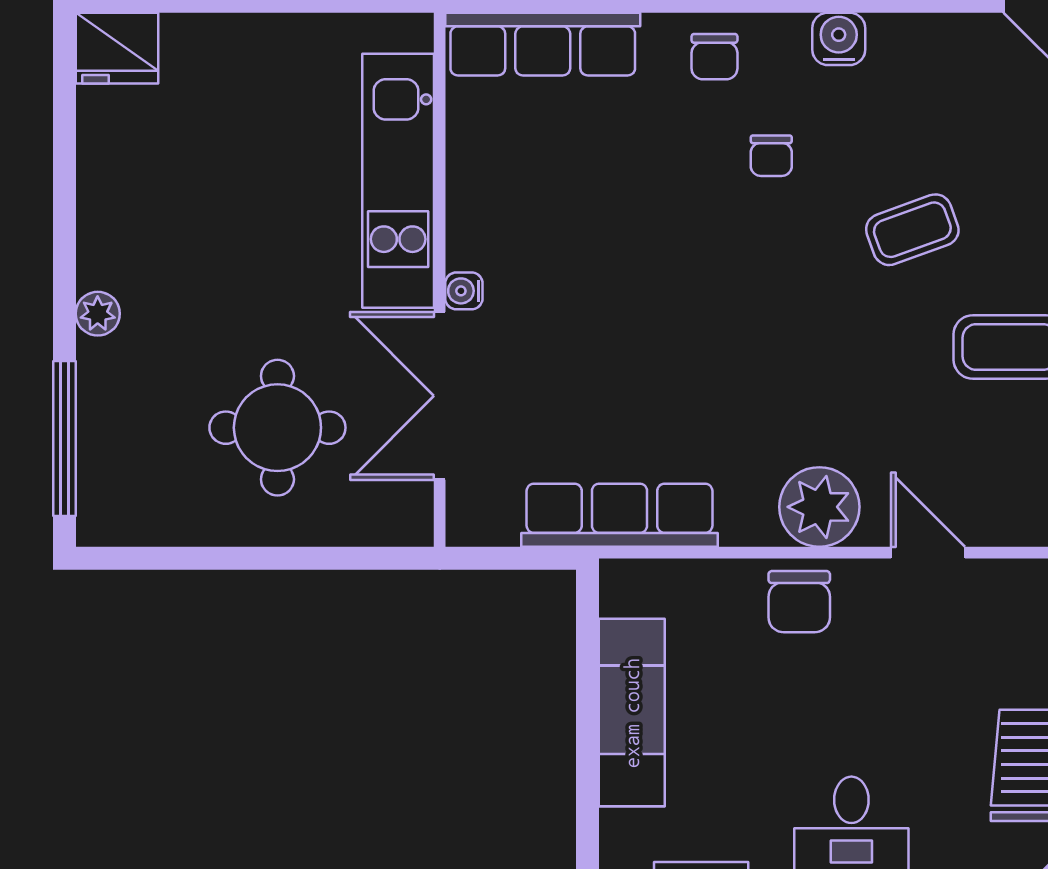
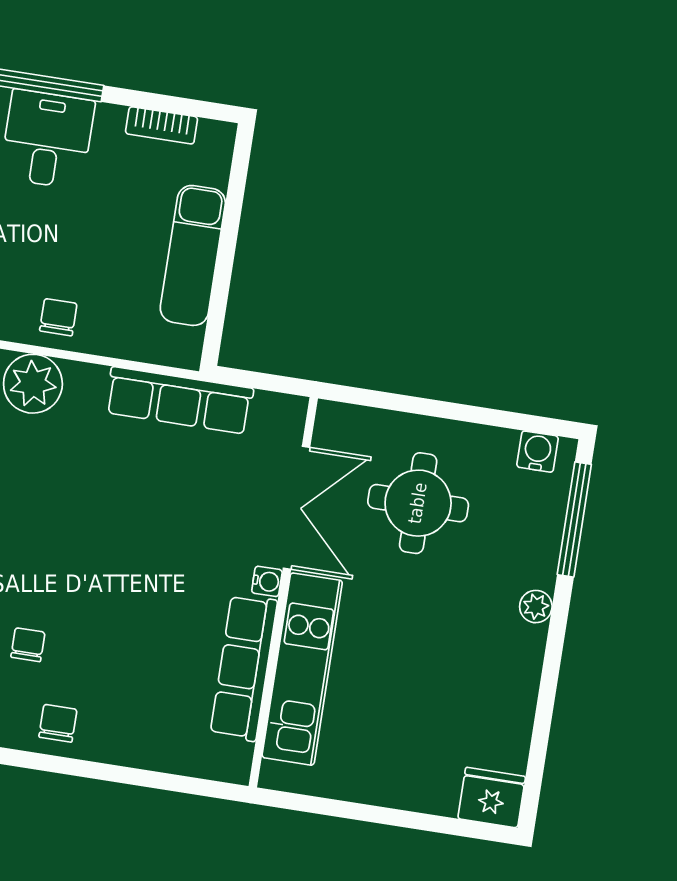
row of seats: (543, 44) -> (244, 668), moved, turned -90
water cooler: (128, 522) -> (538, 452), added
chair: (799, 602) -> (58, 317), width x0.73, depth x0.73

